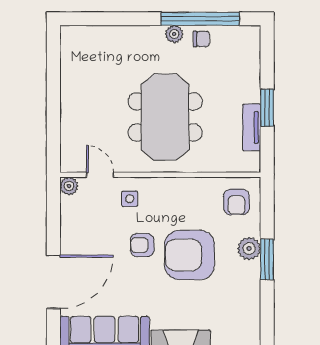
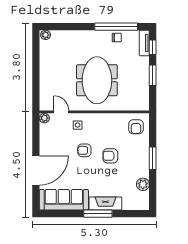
plant: (174, 34) -> (46, 35), moved
window: (267, 57) -> (153, 47), added
tv unit: (252, 127) -> (144, 43), moved
plant: (249, 248) -> (143, 184), moved
armchair: (190, 255) -> (110, 156), width x0.53, depth x0.53

